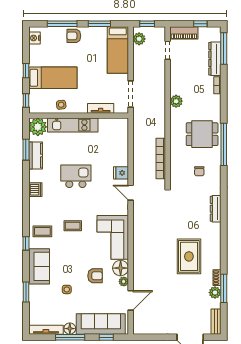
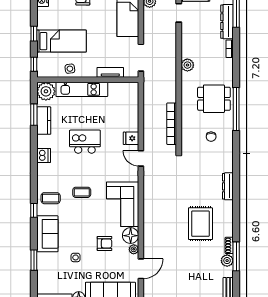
dresser: (216, 209) -> (228, 186), moved

